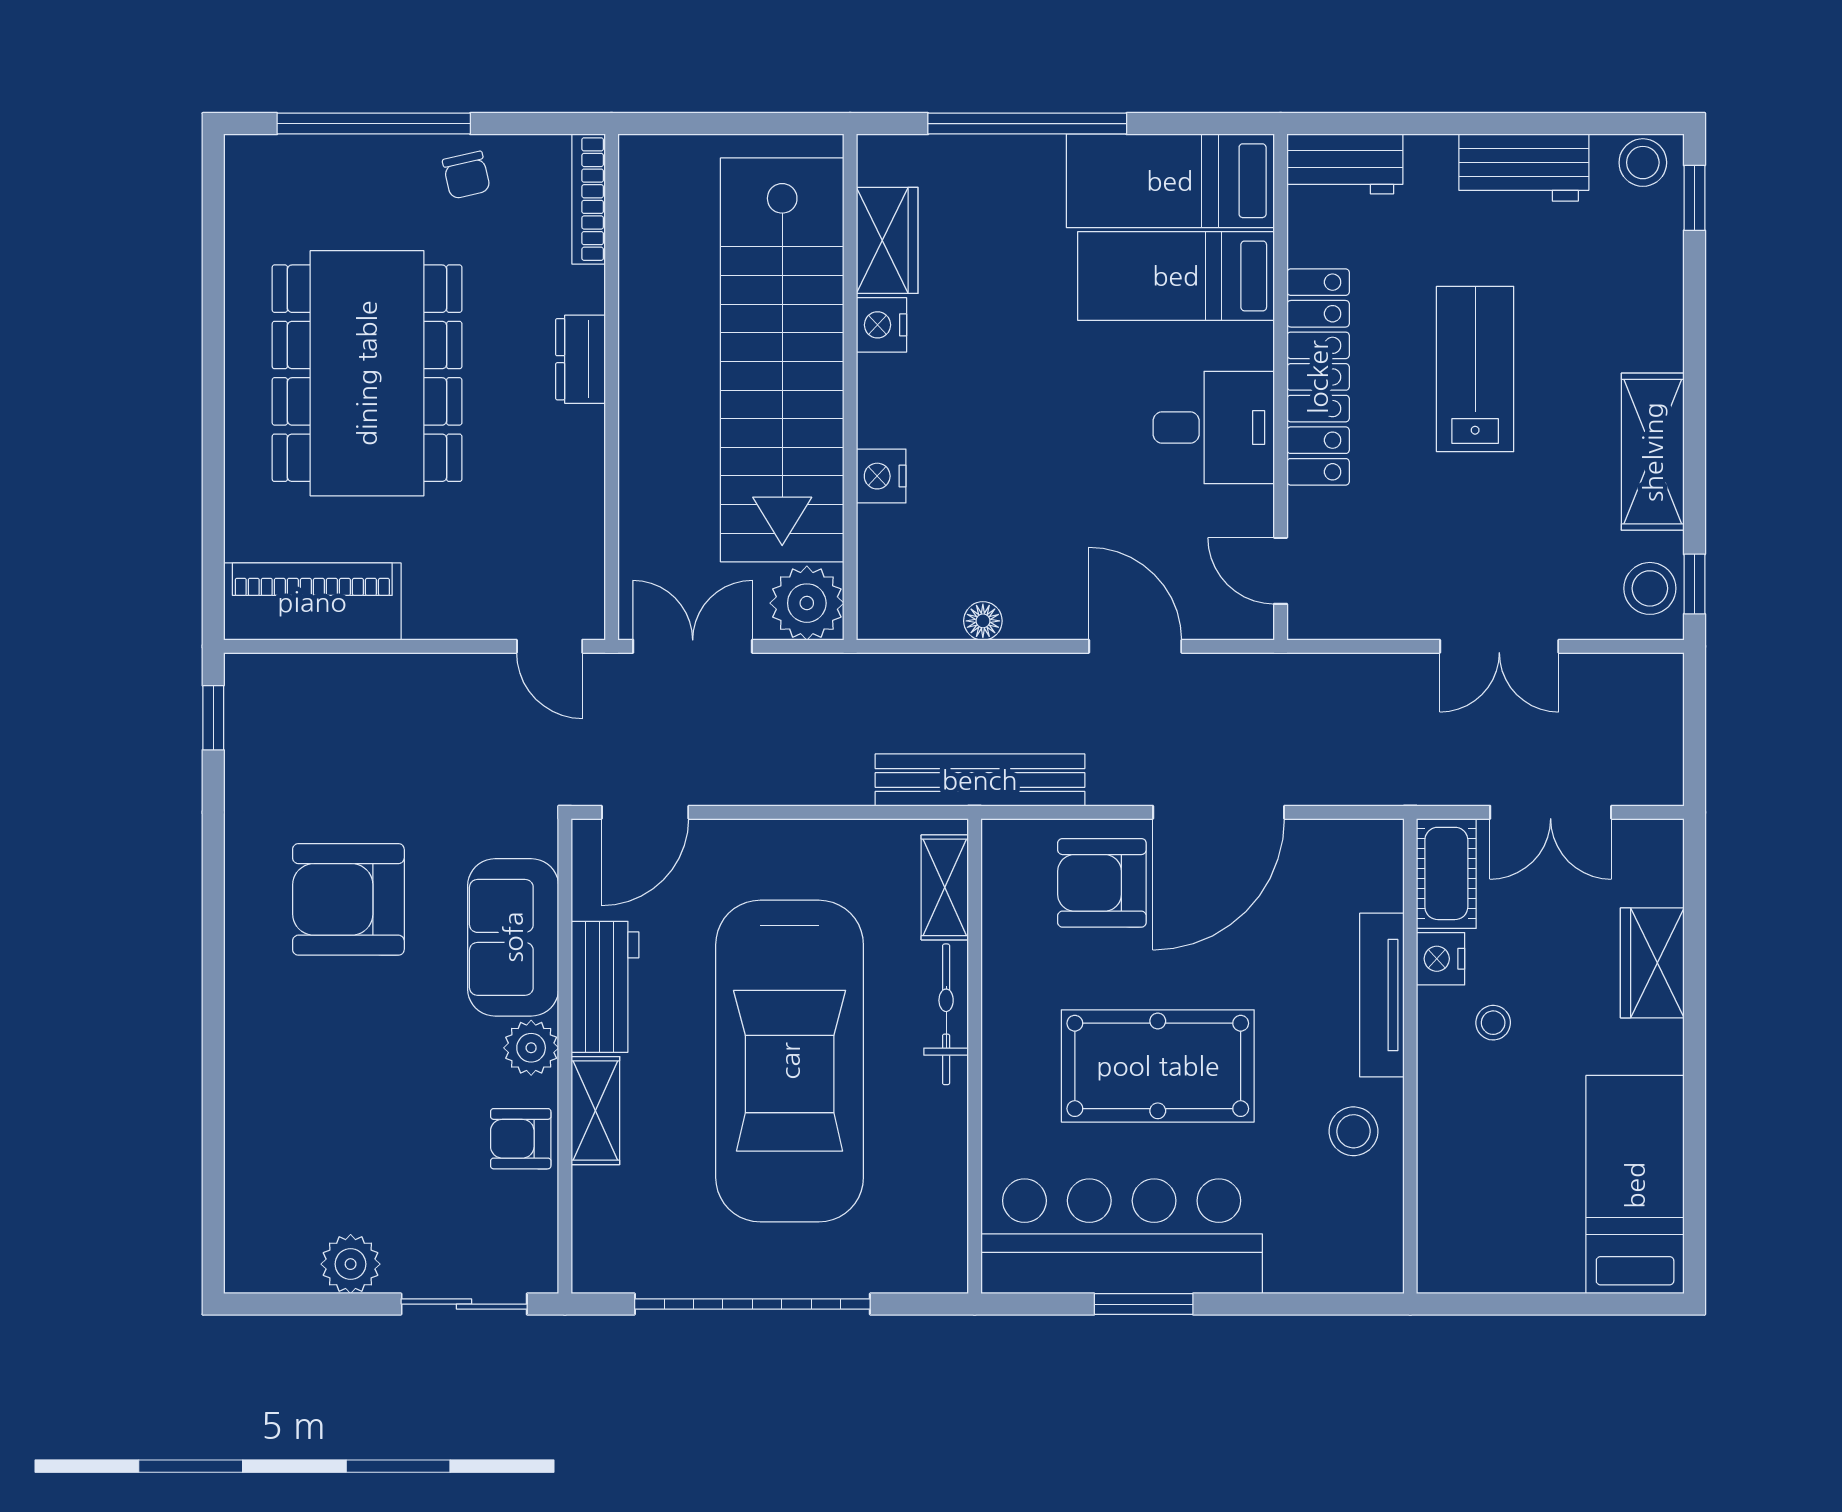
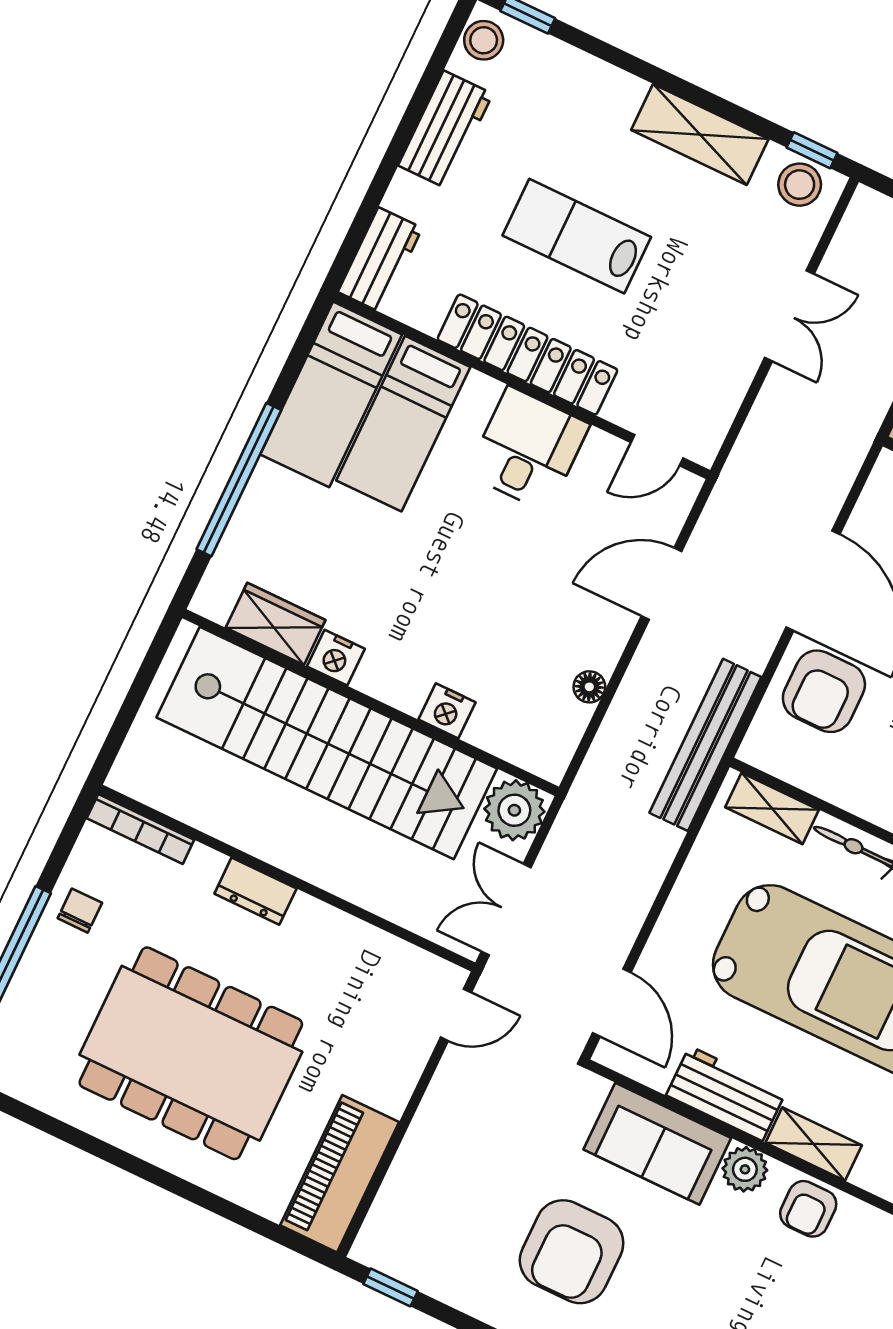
chair: (466, 175) -> (80, 911), turned -77

